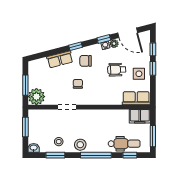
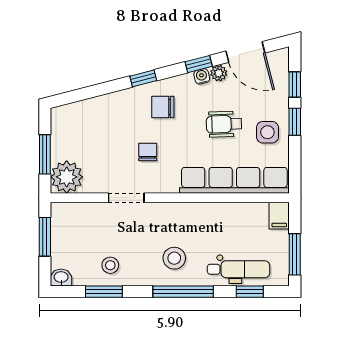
row of seats: (60, 59) -> (112, 104), removed
row of seats: (136, 98) -> (234, 180), width x2.02
filing cabinet: (140, 116) -> (279, 216), width x0.50
stool: (80, 145) -> (174, 258), moved

